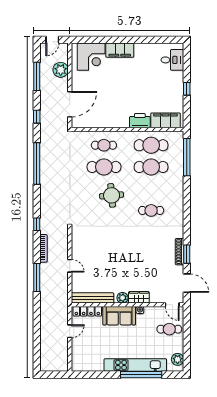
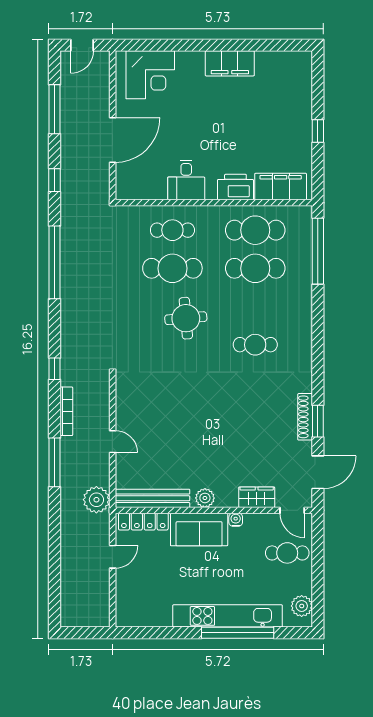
filing cabinet: (120, 50) -> (230, 63), moved
desk: (172, 60) -> (186, 180), moved, turned 90
plant: (61, 70) -> (96, 500), moved
door: (70, 104) -> (113, 140), moved
door: (187, 283) -> (318, 472), hinge flipped
wardrobe: (139, 297) -> (257, 497), moved

